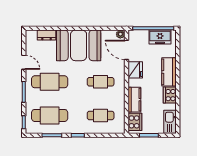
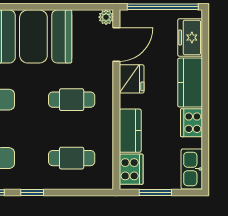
freezer: (160, 37) -> (190, 38), moved, turned 90
door: (126, 50) -> (116, 44), swing flipped

